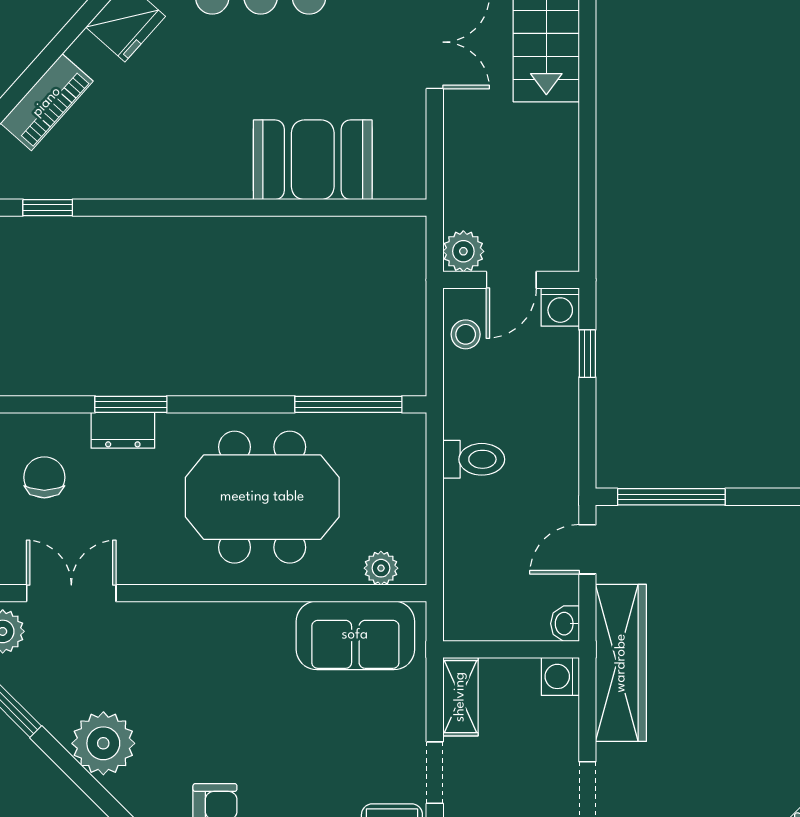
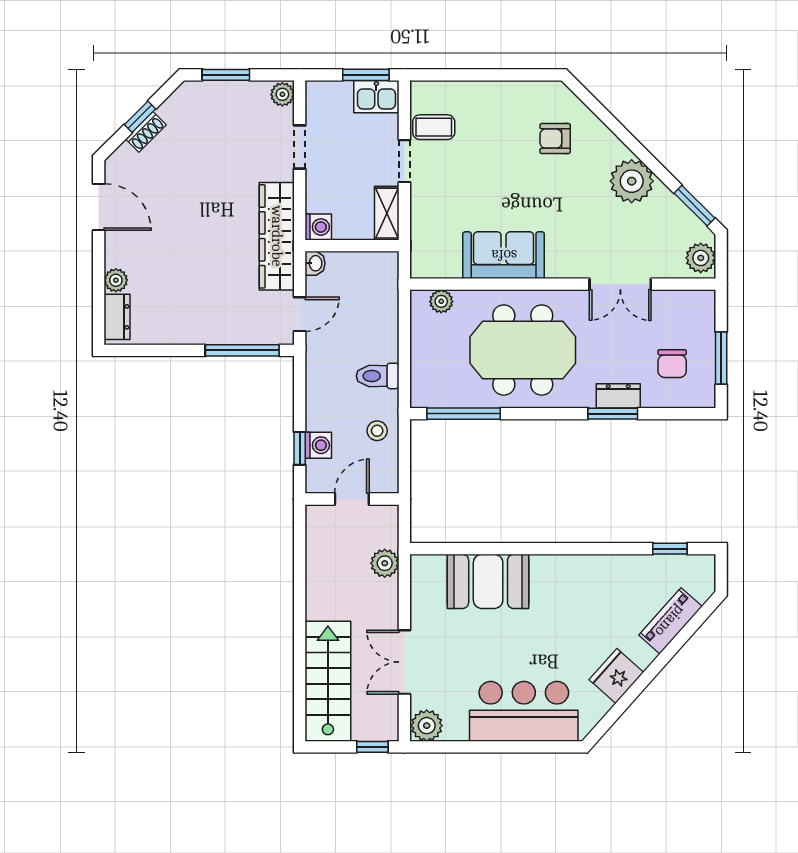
plant: (463, 251) -> (385, 563), moved
washing machine: (560, 307) -> (318, 445), moved, turned 90
stool: (466, 334) -> (377, 431), moved
double door: (71, 593) -> (620, 284), moved
sofa: (355, 635) -> (504, 255), moved

